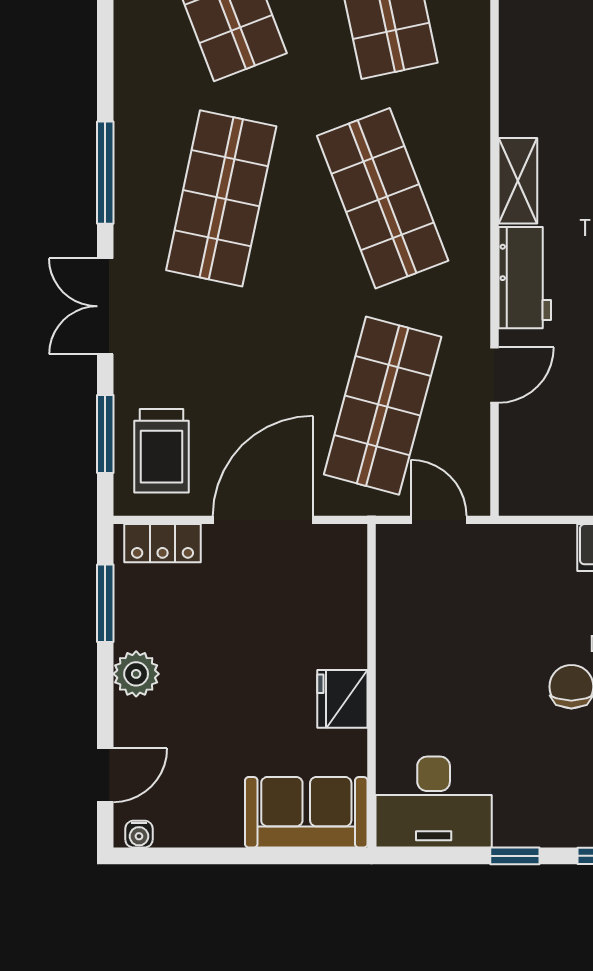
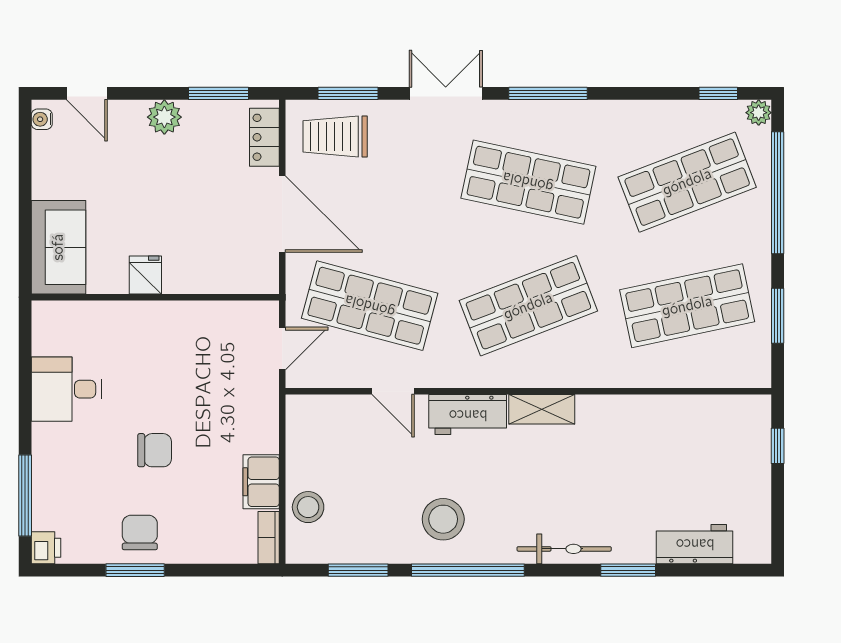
fridge: (342, 699) -> (145, 275), width x0.72
desk: (434, 802) -> (66, 389), moved, width x0.73
window: (515, 856) -> (25, 407), removed

